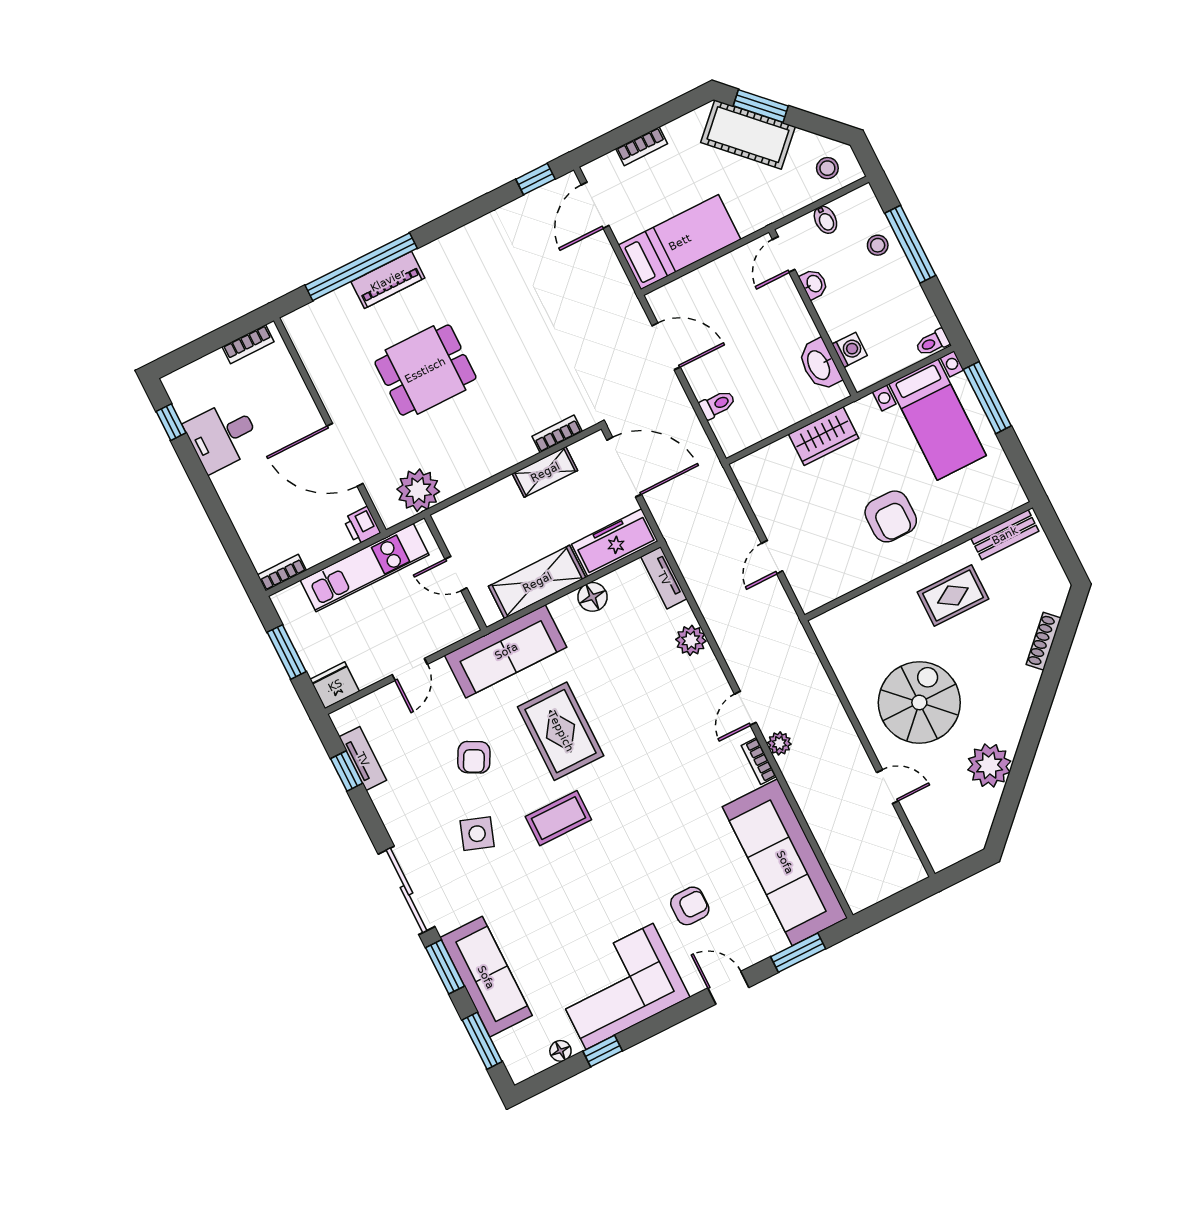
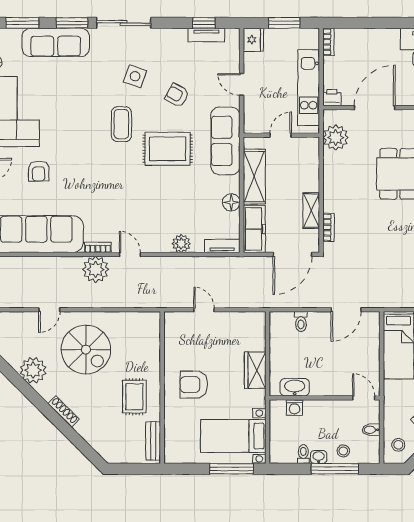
washbasin: (814, 284) -> (319, 457), moved, turned 180
toilet: (932, 343) -> (303, 454), moved
shoe rack: (1044, 641) -> (64, 411), moved
plant: (779, 743) -> (96, 269), width x1.87, depth x1.87

